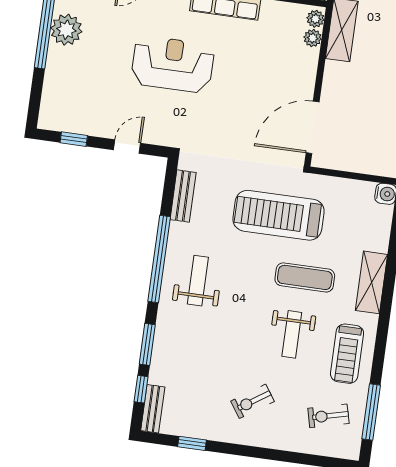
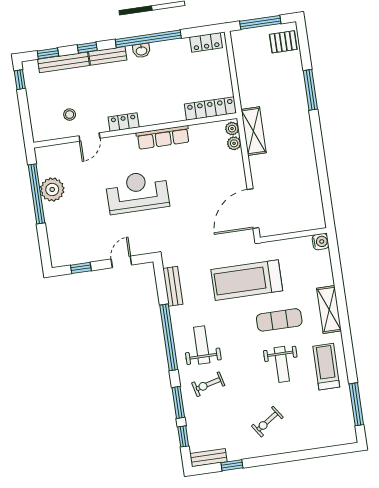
treadmill: (347, 354) -> (326, 367), turned 180
bench: (153, 409) -> (208, 458), moved, turned 90
exercise bike: (328, 416) -> (208, 384), moved

